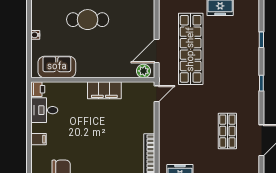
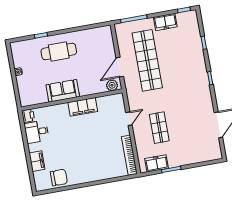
sofa: (57, 67) -> (63, 91), moved
door: (157, 94) -> (129, 119), moved
shop shelf: (227, 131) -> (159, 128), moved
filing cabinet: (39, 139) -> (37, 161), width x2.00

